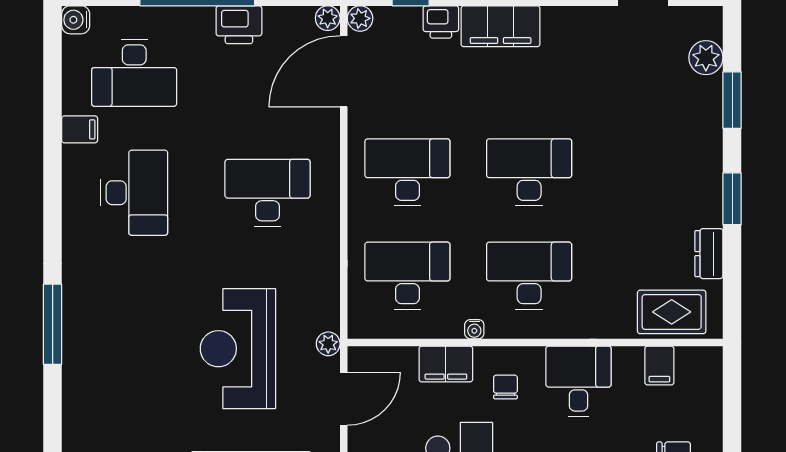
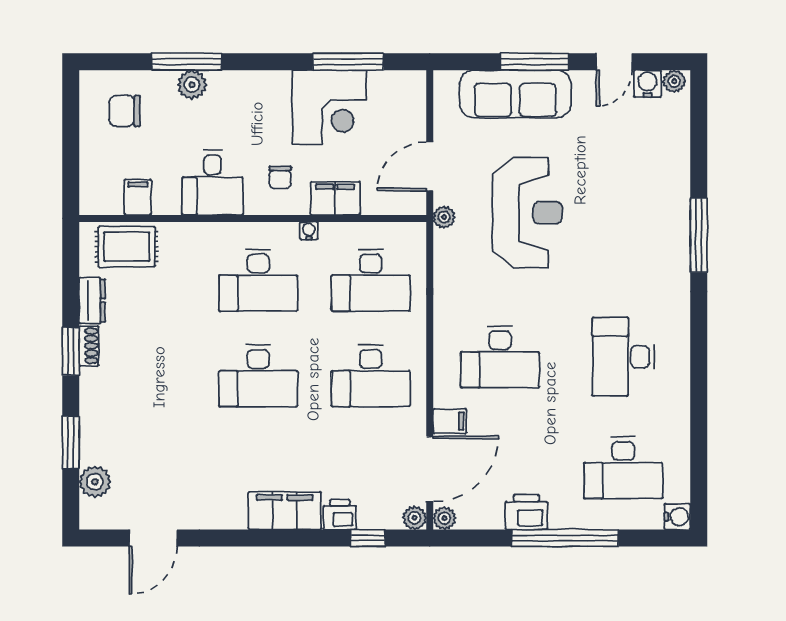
desk: (134, 73) -> (623, 468), turned 180
filing cabinet: (80, 129) -> (450, 421), moved, turned 180
shoe rack: (712, 205) -> (89, 346), added

